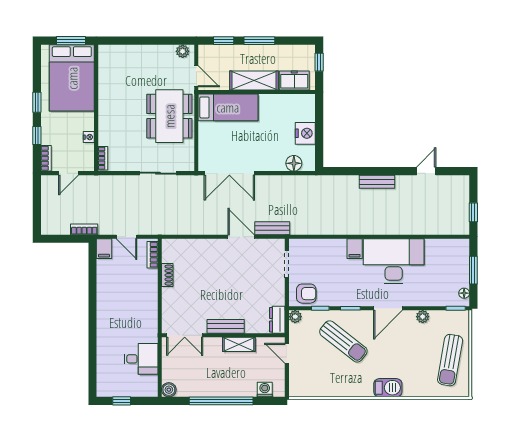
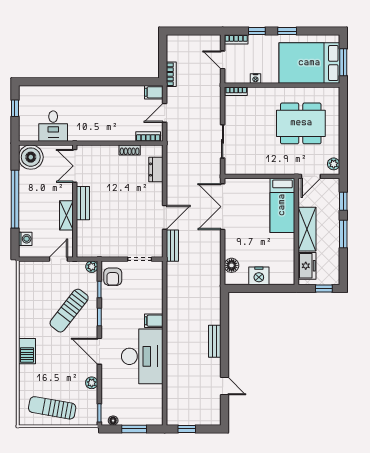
dining table: (169, 116) -> (301, 123), moved
dresser: (277, 320) -> (156, 170), moved, turned -90
boiler: (169, 390) -> (31, 157), width x1.86, depth x1.86

